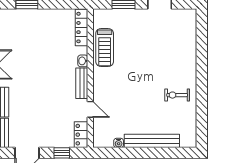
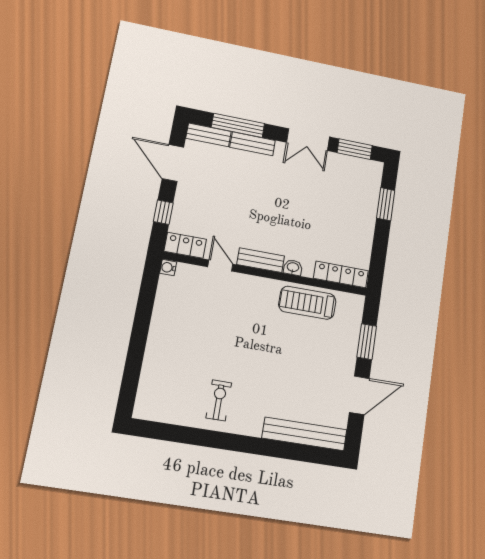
door: (90, 109) -> (220, 266), swing flipped
bench: (152, 141) -> (305, 434), moved, turned 90
water cooler: (119, 143) -> (168, 268), moved

